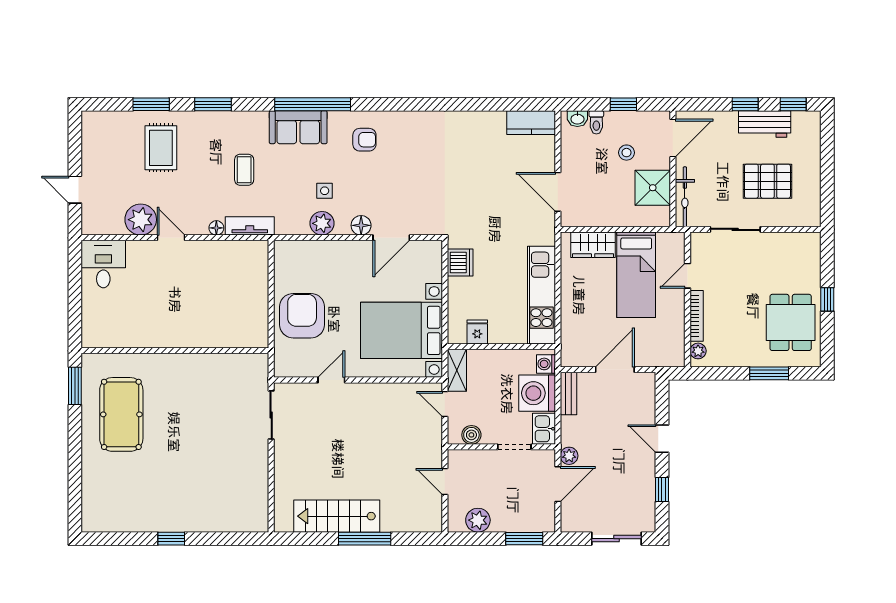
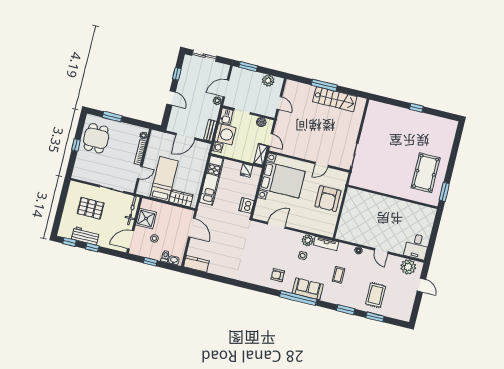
plant: (141, 220) -> (408, 267), moved
floor lamp: (361, 225) -> (289, 235), removed
tv unit: (250, 226) -> (326, 243), moved

